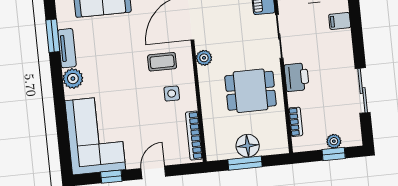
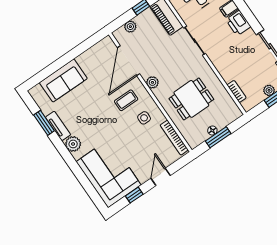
printer: (297, 77) -> (238, 23), moved, turned 180
dining table: (250, 91) -> (191, 99), moved
floor lamp: (248, 146) -> (212, 130), width x0.53, depth x0.53

